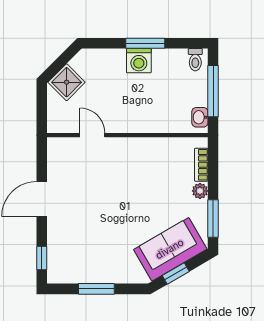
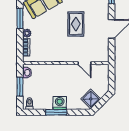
shower: (67, 82) -> (91, 99), moved
window: (213, 91) -> (20, 87), width x0.69
rug: (108, 208) -> (76, 24), added

